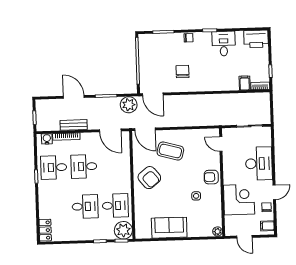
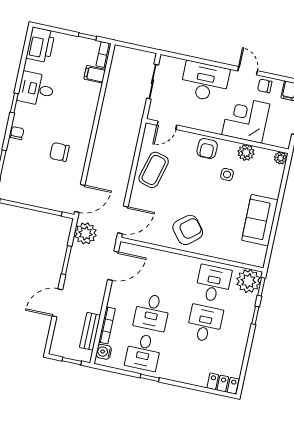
bench: (74, 125) -> (90, 331), moved
coffee table: (170, 151) -> (154, 170), moved
plant: (215, 206) -> (246, 153), added

